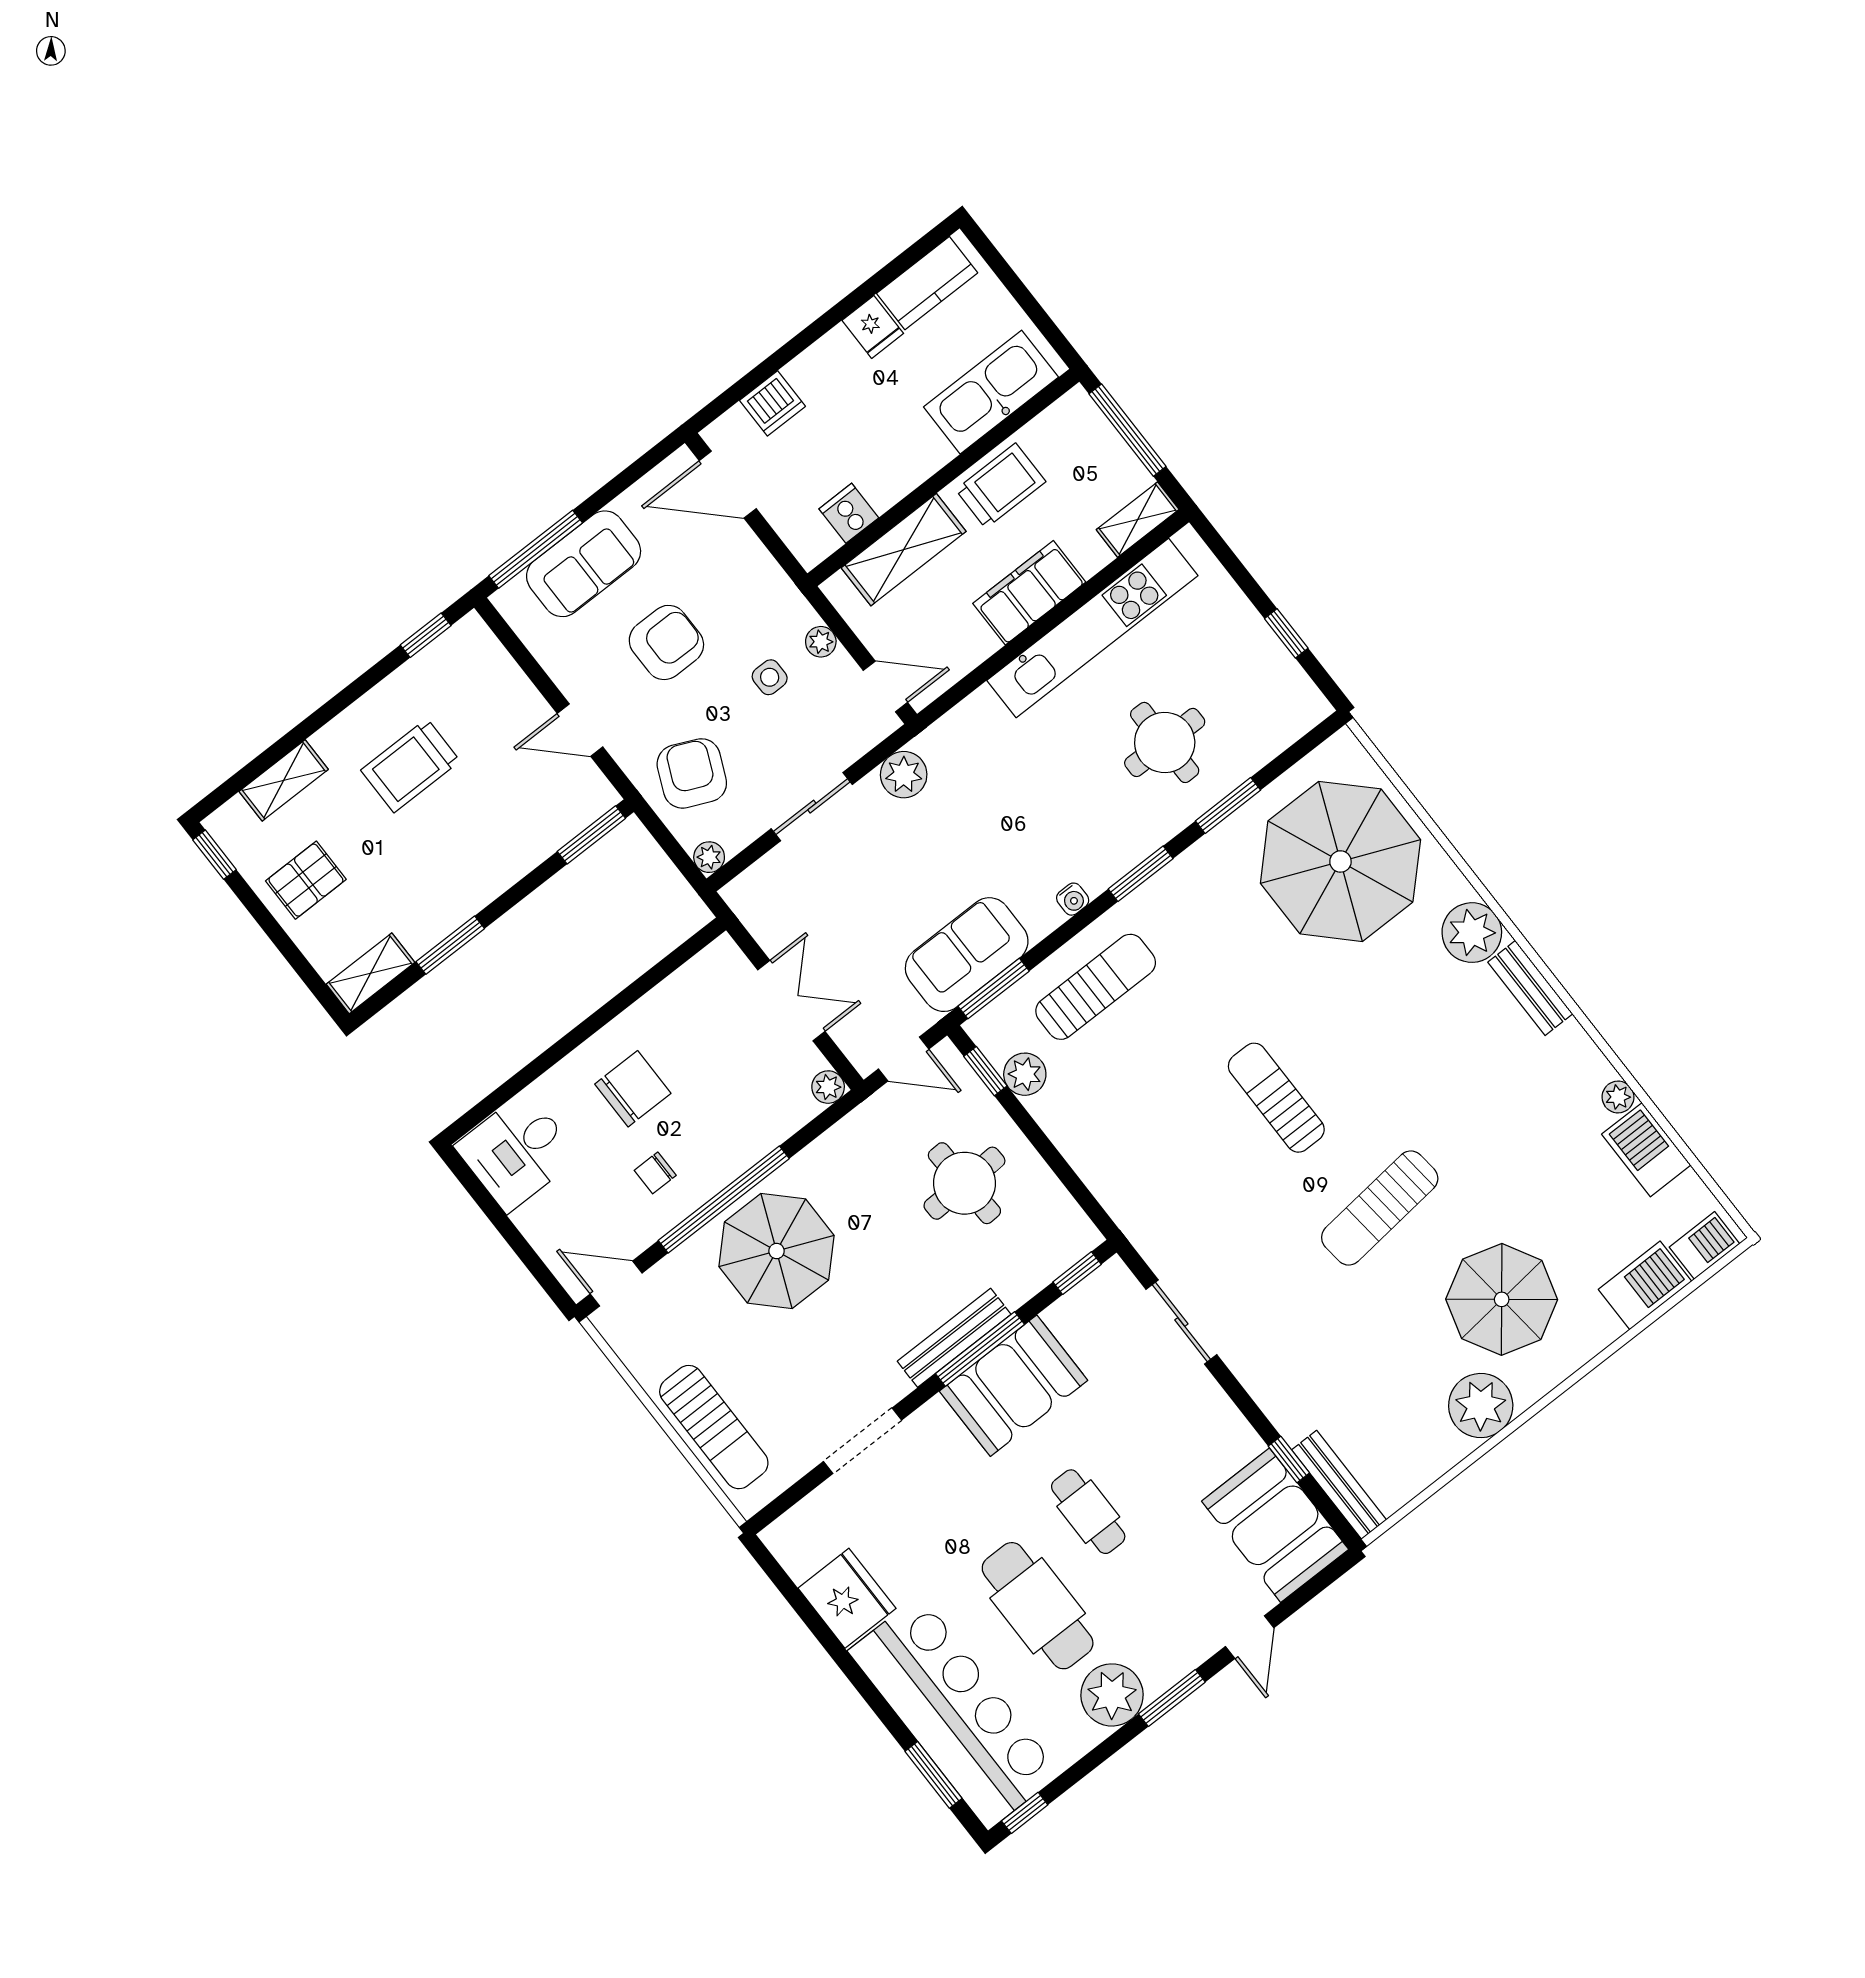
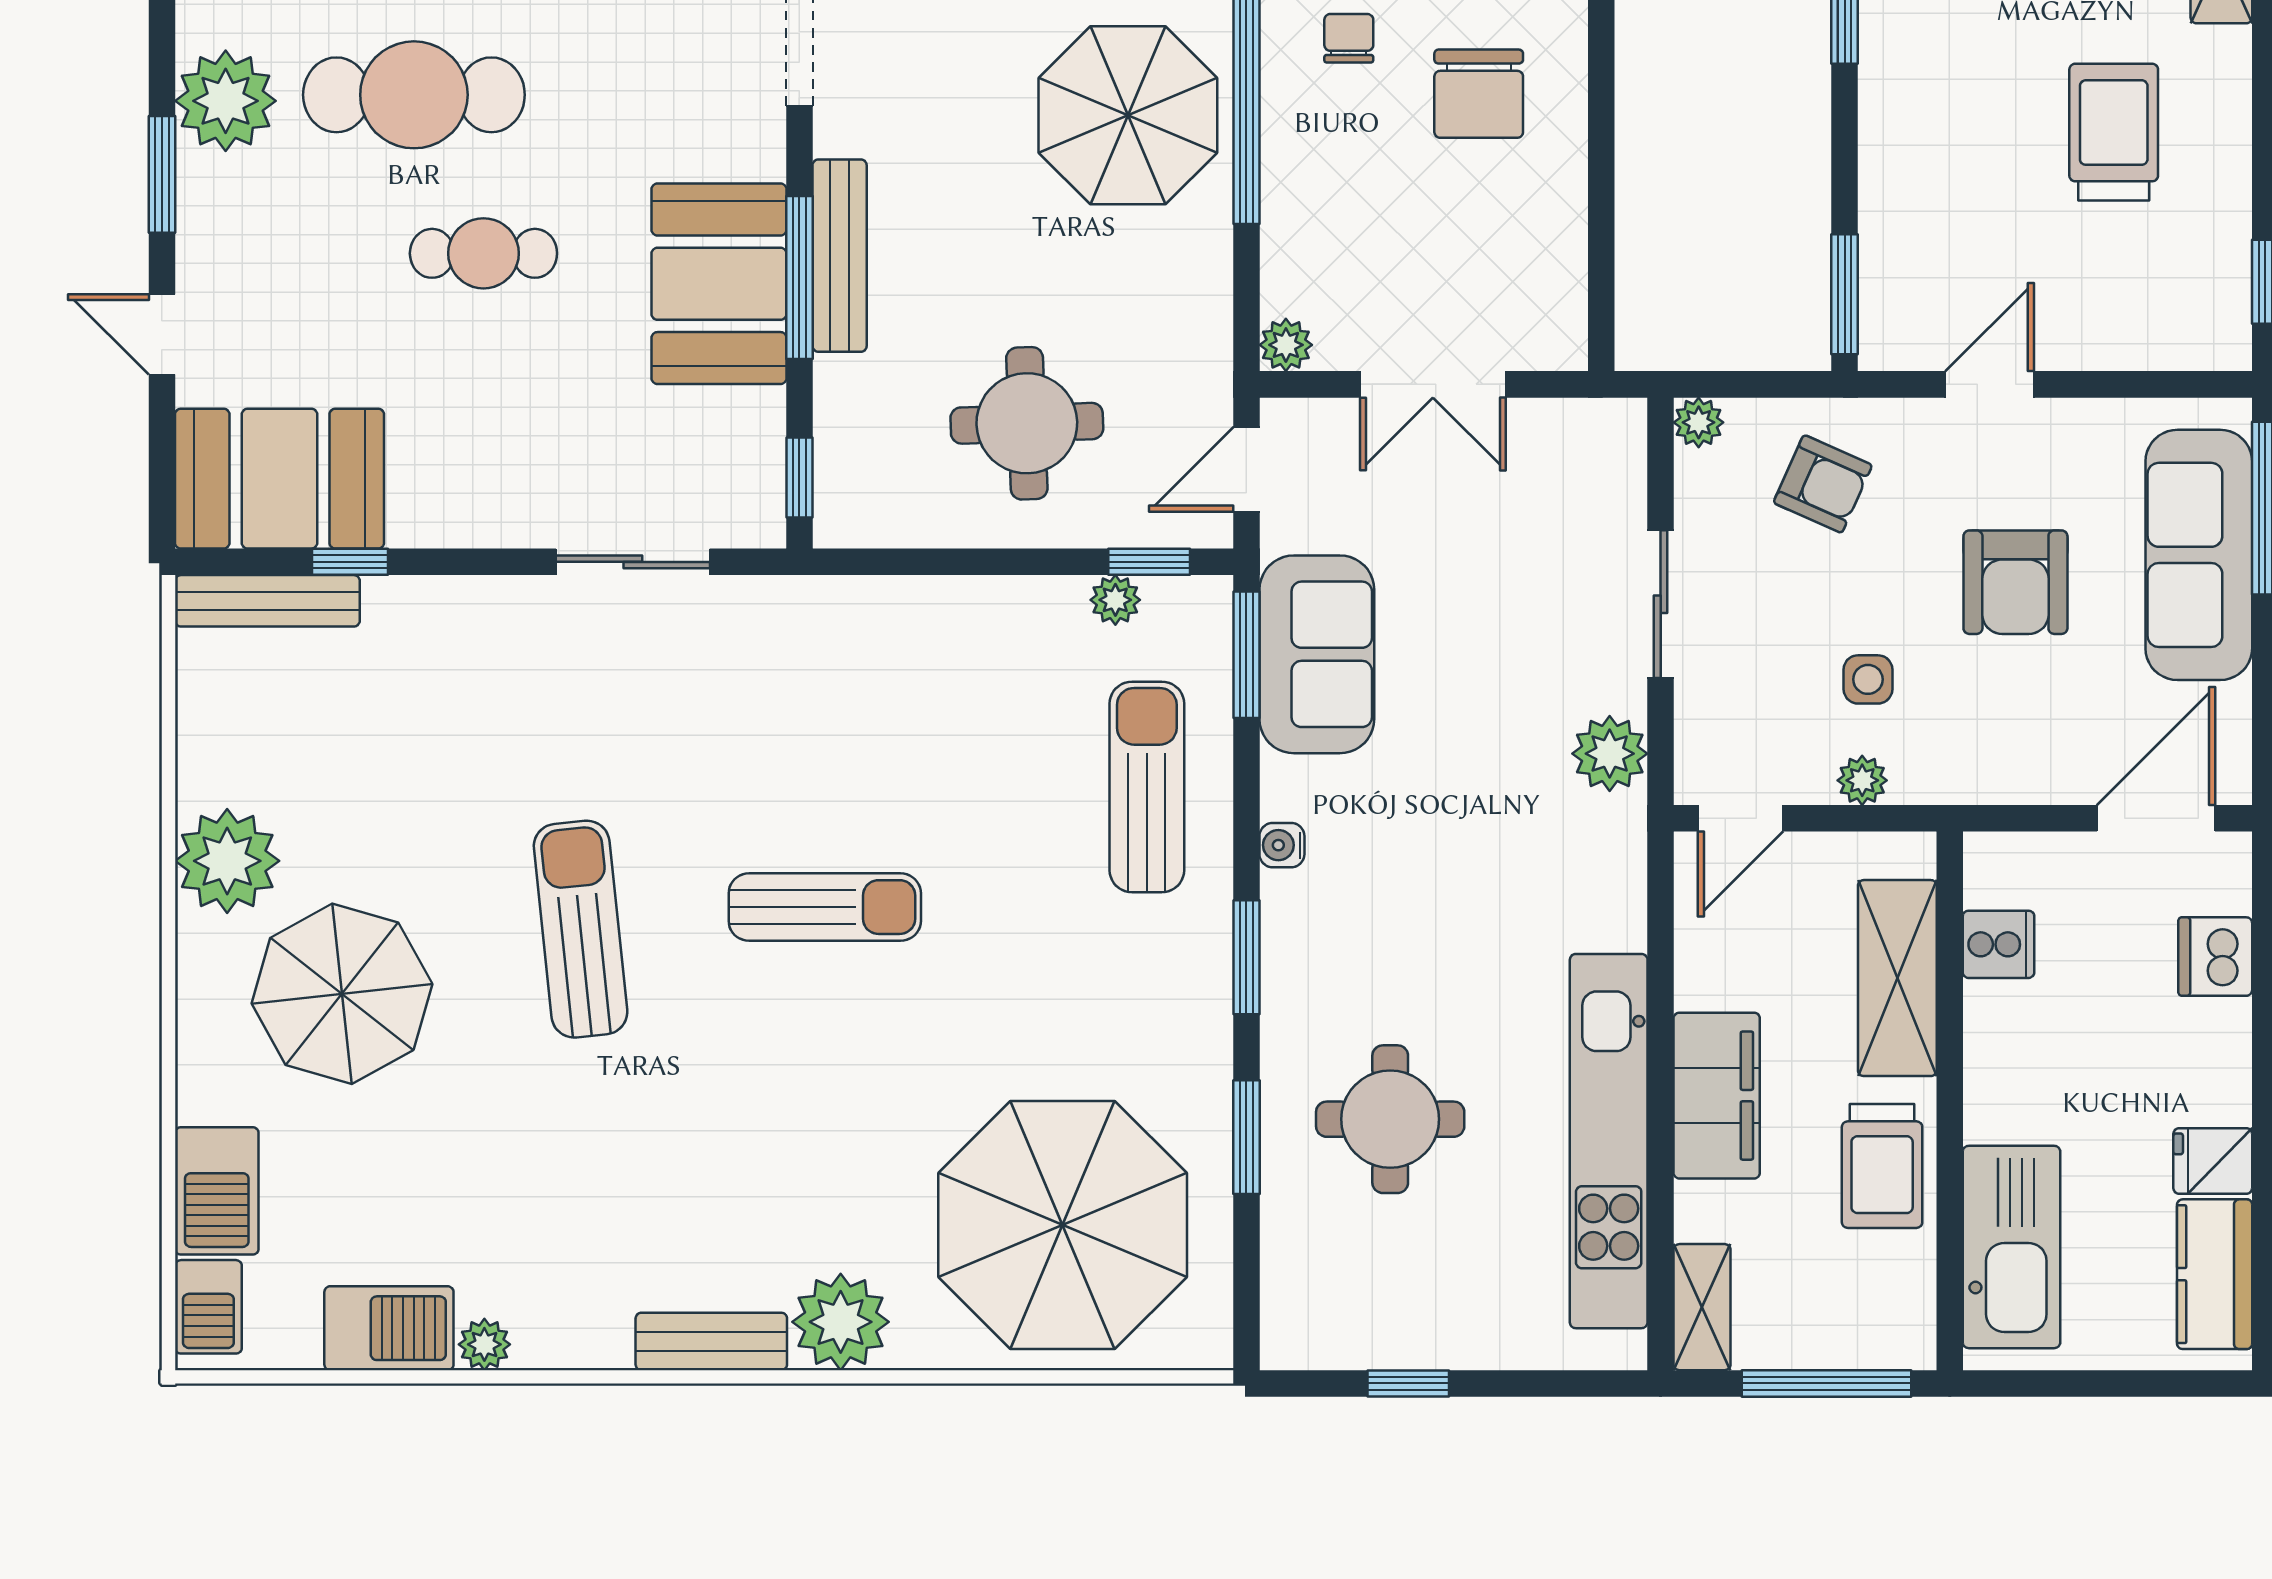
sofa: (584, 564) -> (2199, 555), width x1.36
armchair: (692, 773) -> (1823, 484), width x0.72, depth x0.72
sun lounger: (1096, 987) -> (1147, 787), turned 180
plant: (1025, 1074) -> (1115, 600), width x0.73, depth x0.73

